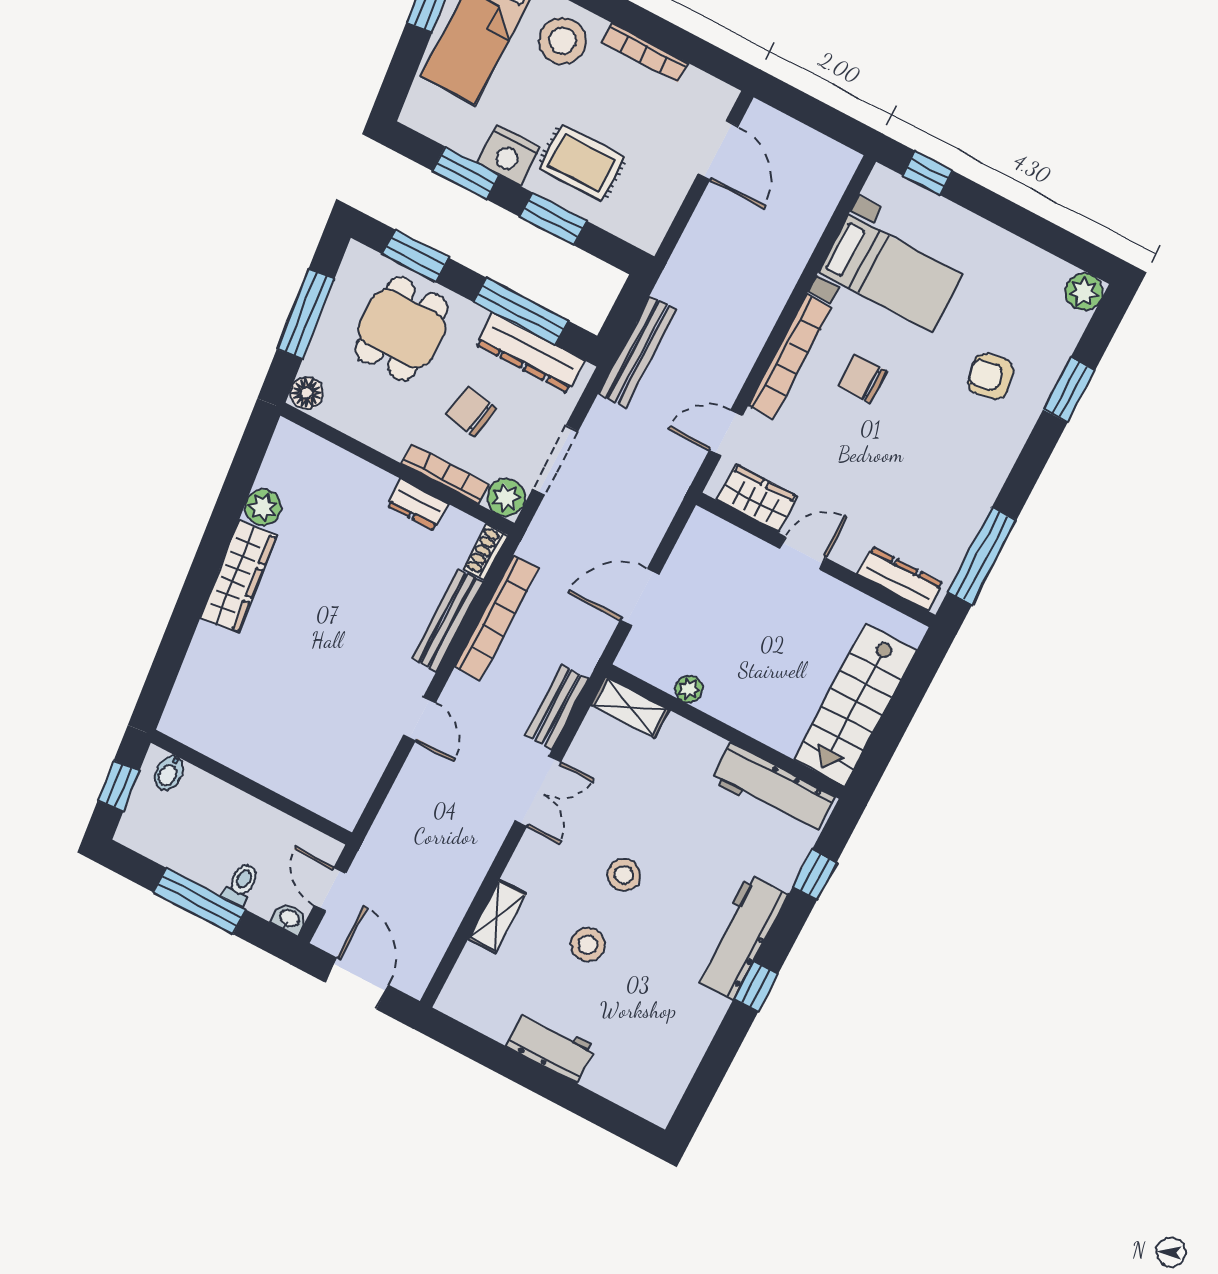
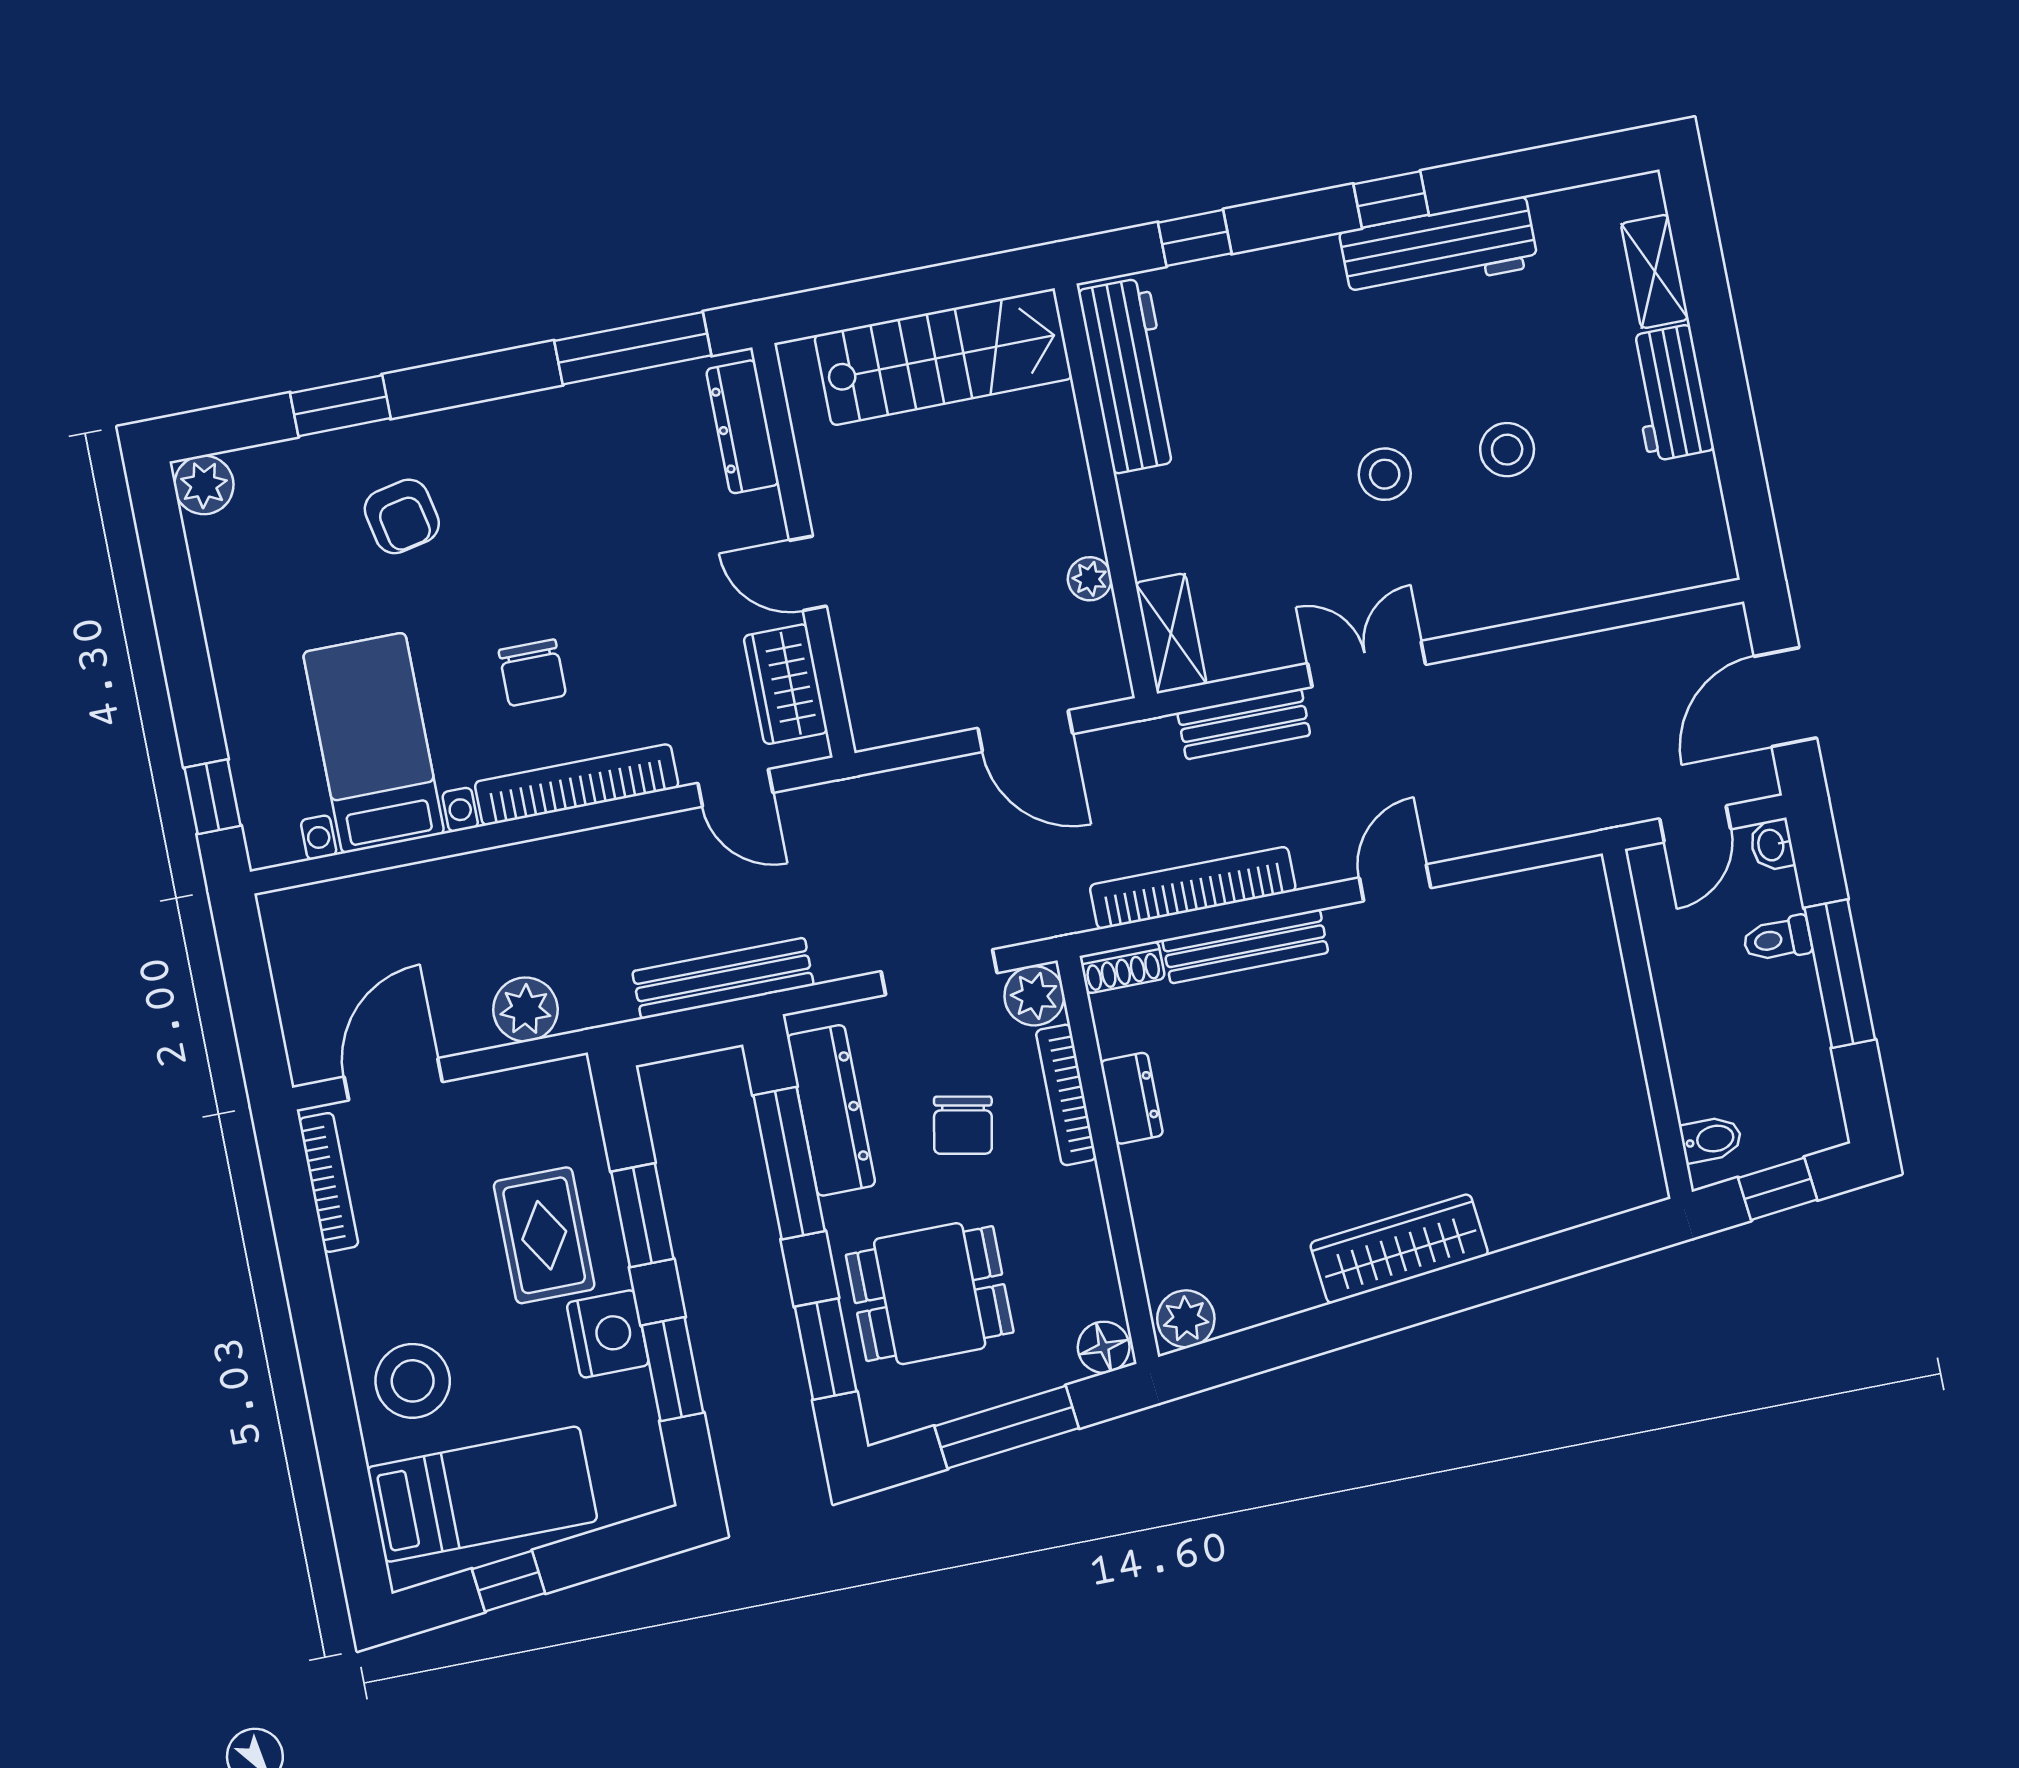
bookcase: (645, 53) -> (329, 1182), moved
plant: (700, 243) -> (525, 1009), added
plant: (263, 507) -> (1186, 1319), moved
shelving: (497, 916) -> (1655, 271), moved, turned 90
workbench: (741, 937) -> (1439, 249), moved

